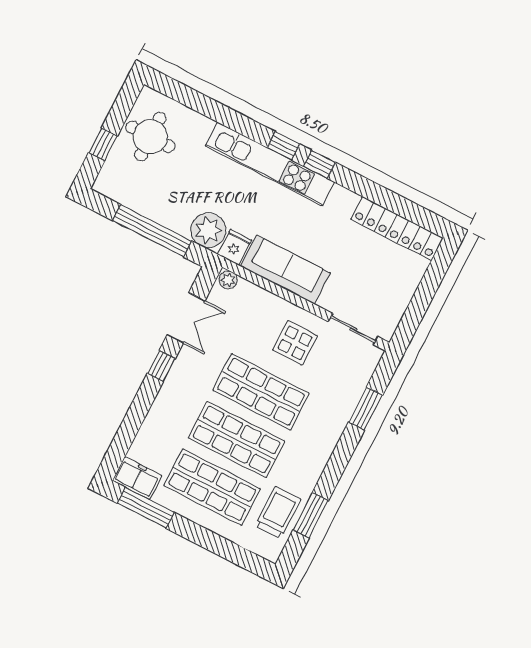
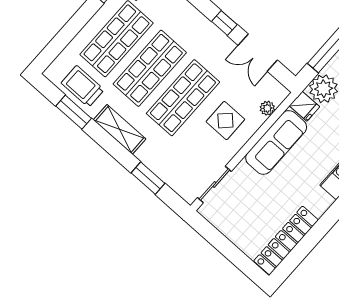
plant: (228, 280) -> (267, 108), moved
display table: (295, 343) -> (225, 121), moved
shelving: (317, 456) -> (120, 129), added
trolley: (278, 513) -> (83, 86), turned 180

